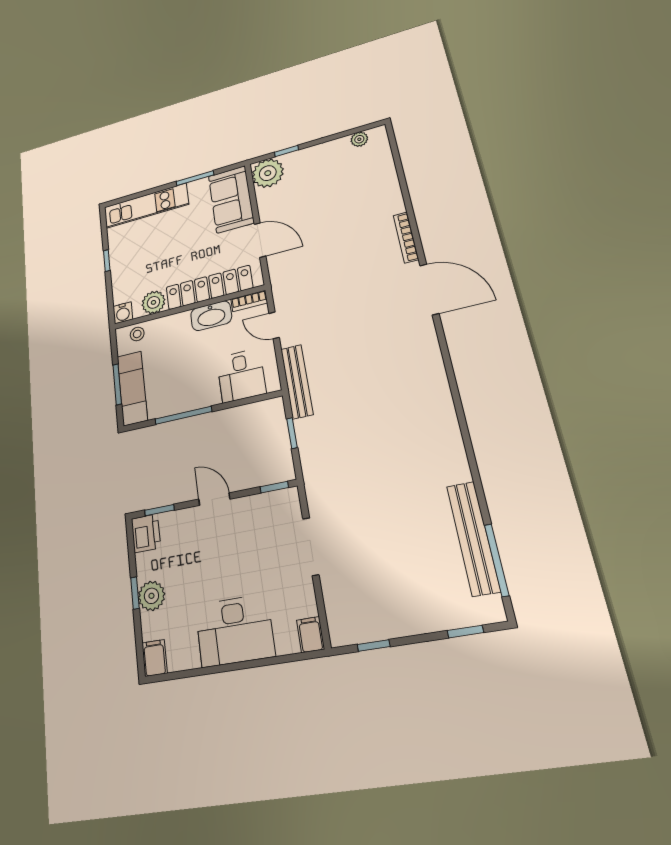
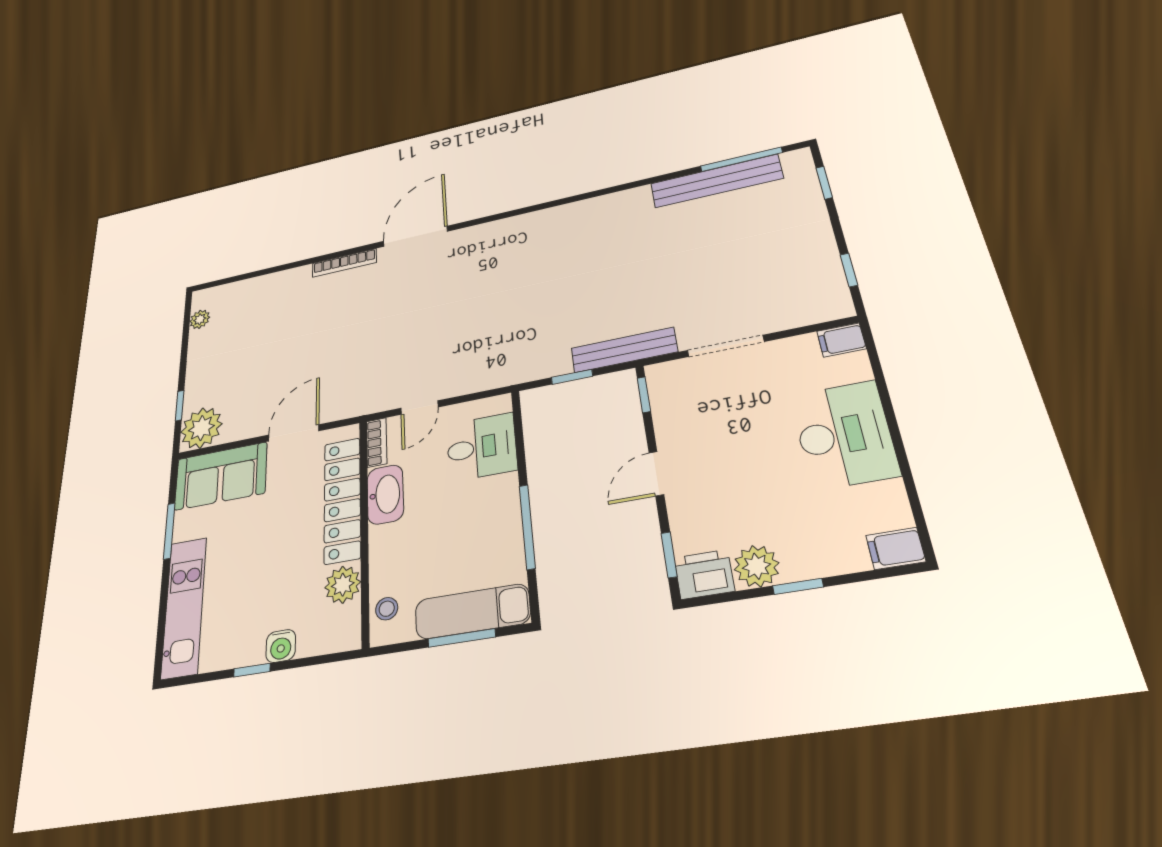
water cooler: (123, 313) -> (281, 646), moved, turned 90
bench: (297, 382) -> (624, 350), moved
plant: (151, 596) -> (757, 566), moved

